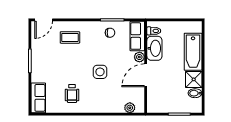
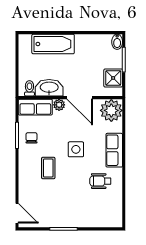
coffee table: (70, 37) -> (48, 168), moved
shower: (194, 79) -> (113, 78), moved
wheelchair: (72, 93) -> (100, 181), turned 180
bidet: (195, 93) -> (117, 42), moved
row of seats: (38, 98) -> (114, 150), moved, turned -90
plant: (130, 108) -> (111, 110), width x1.88, depth x1.88

